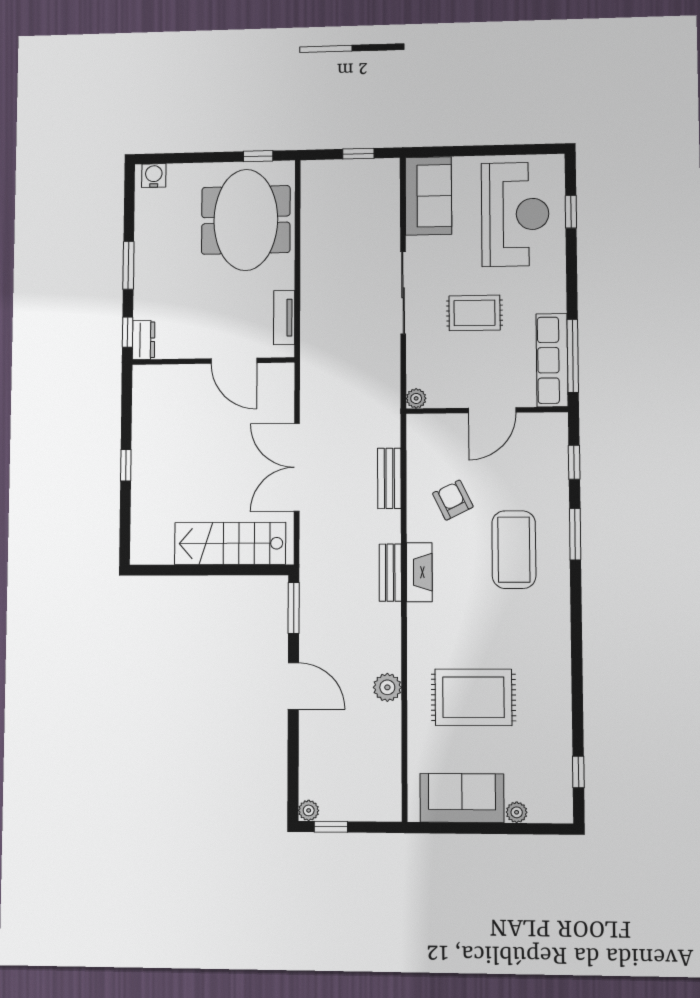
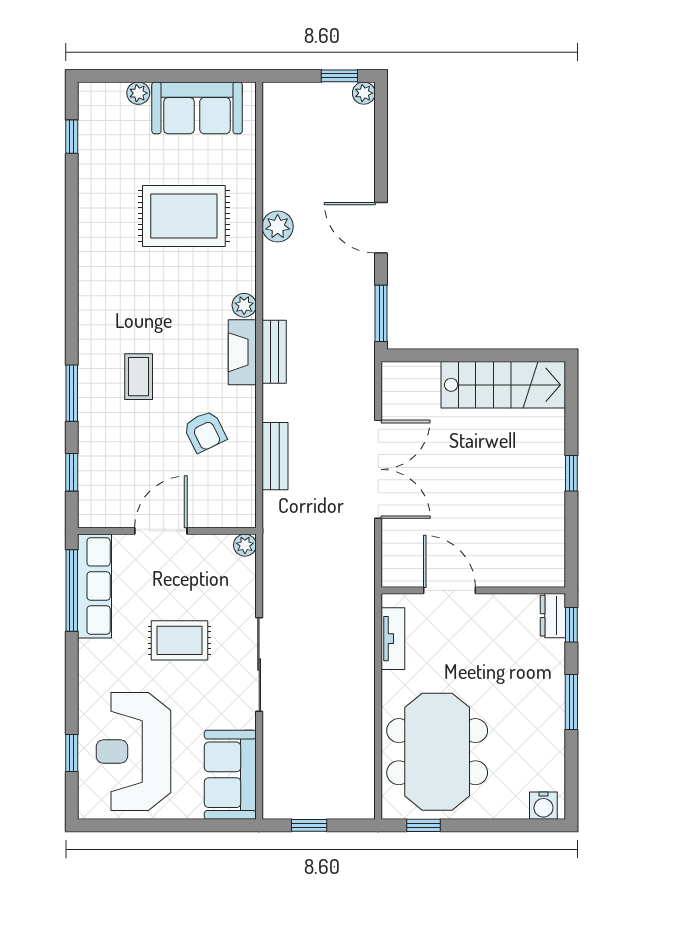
stairs: (230, 543) -> (503, 385), moved
coffee table: (514, 550) -> (139, 377), width x0.54, depth x0.58
plant: (418, 615) -> (244, 305), added

